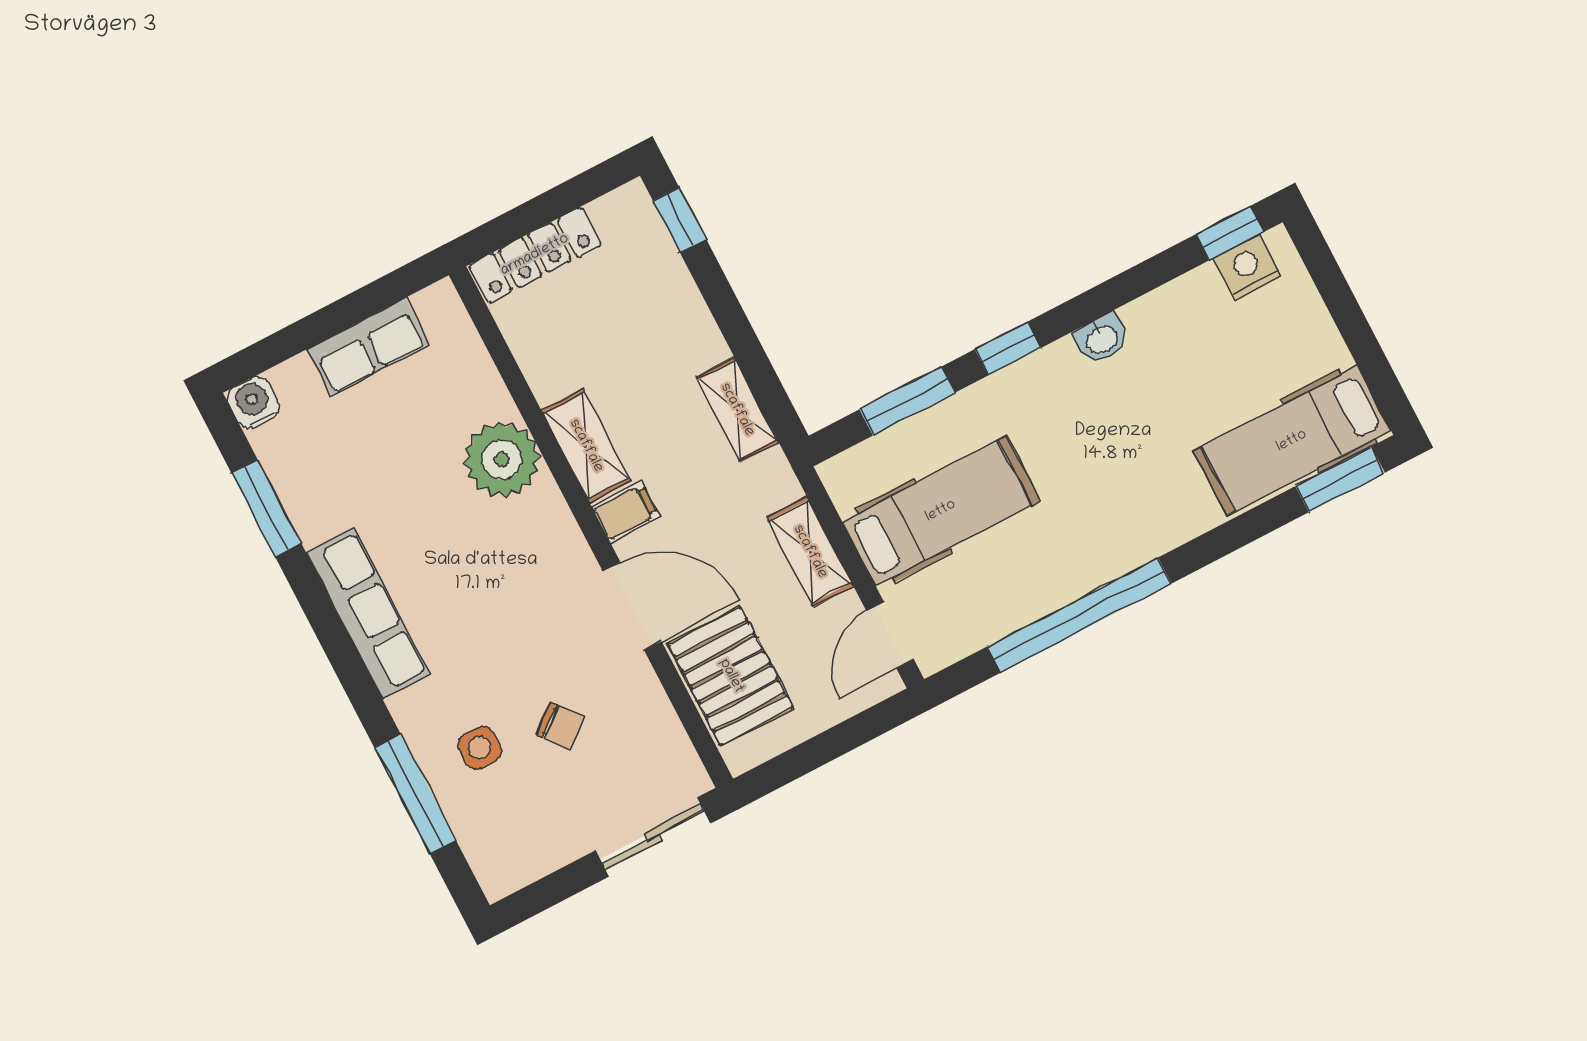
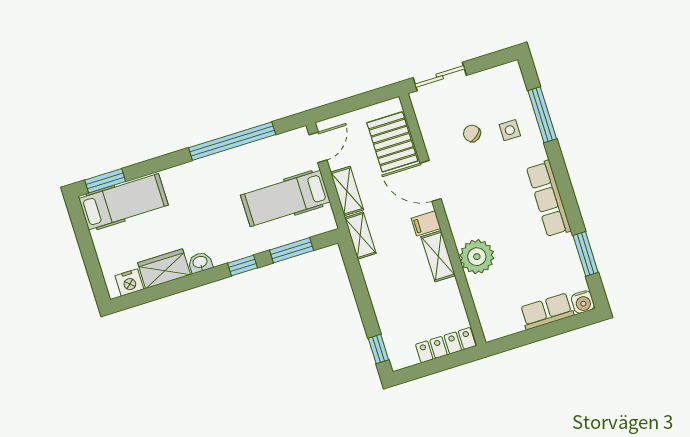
window: (1230, 233) -> (134, 299), removed
wardrobe: (1177, 311) -> (164, 269), added
row of seats: (369, 347) -> (547, 311), moved
shelving: (737, 410) -> (360, 236), moved

